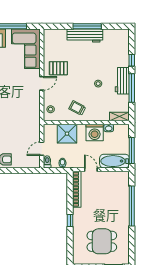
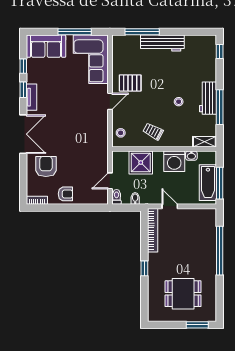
window: (87, 26) -> (142, 32), moved
window: (132, 60) -> (220, 51), moved
bathtub: (114, 161) -> (208, 183), moved, turned -90

